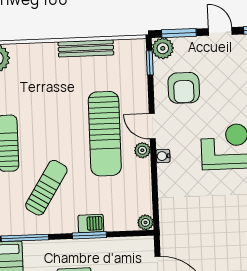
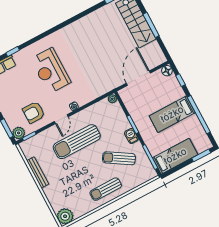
armchair: (184, 88) -> (34, 112), turned 180
sun lounger: (105, 134) -> (77, 142), turned 180
plant: (142, 150) -> (76, 118), removed
barbecue: (91, 223) -> (131, 136), moved

